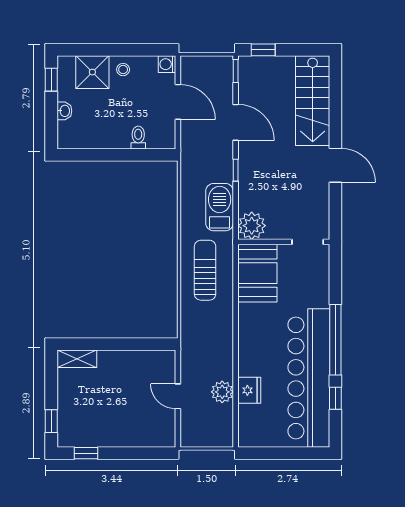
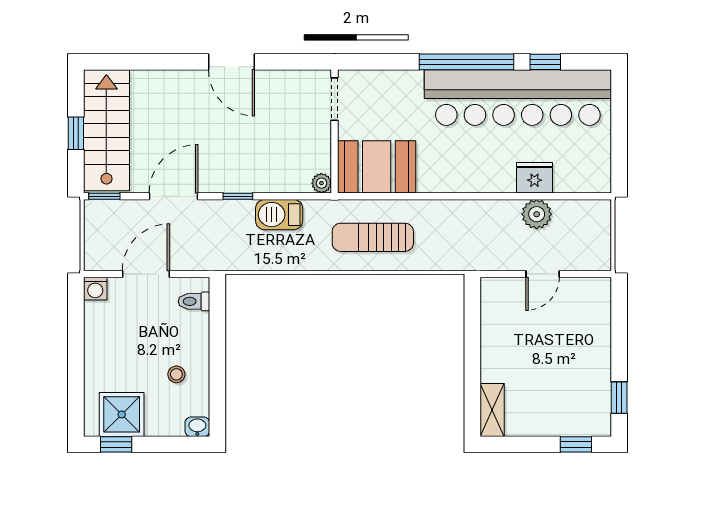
window: (263, 50) -> (76, 133), moved
stool: (123, 70) -> (176, 374), moved
shower: (92, 72) -> (122, 414), moved
stairs: (313, 101) -> (106, 130), moved, turned -90
washbasin: (64, 111) -> (197, 427), moved
toilet: (138, 137) -> (194, 301), moved
door: (335, 165) -> (231, 62), swing flipped
barbecue: (220, 207) -> (279, 215), width x0.73, depth x0.83
plant: (252, 226) -> (321, 183), width x0.53, depth x0.53

